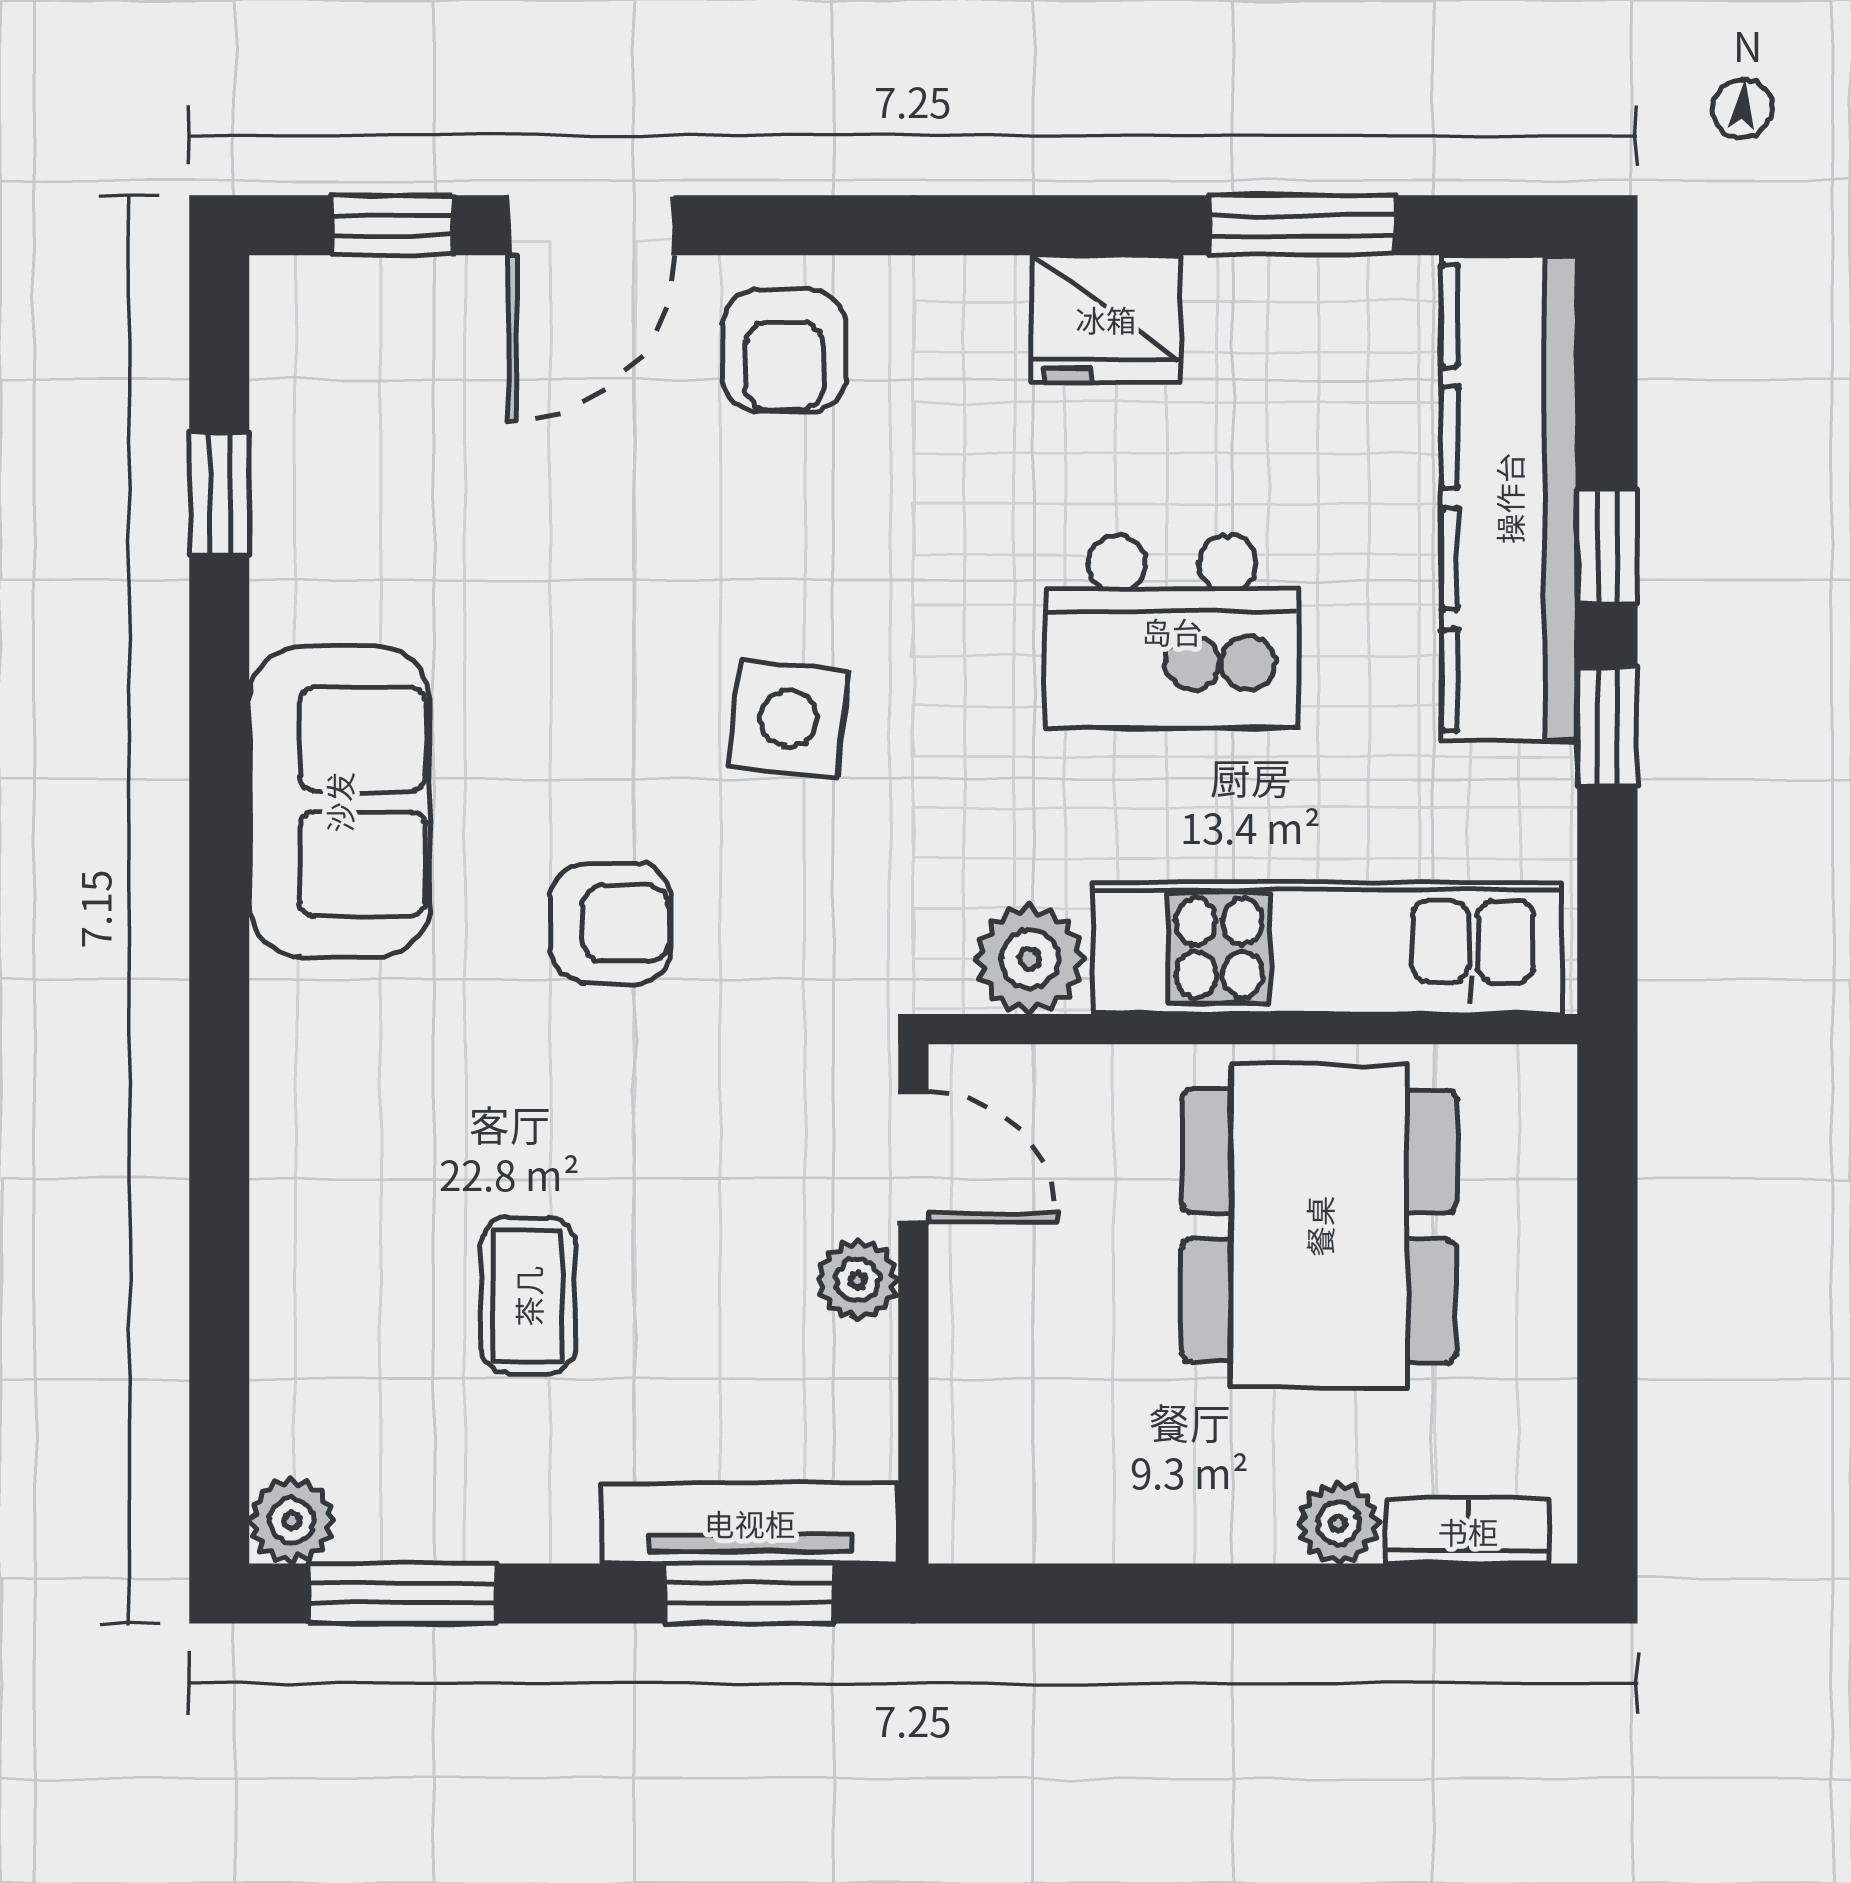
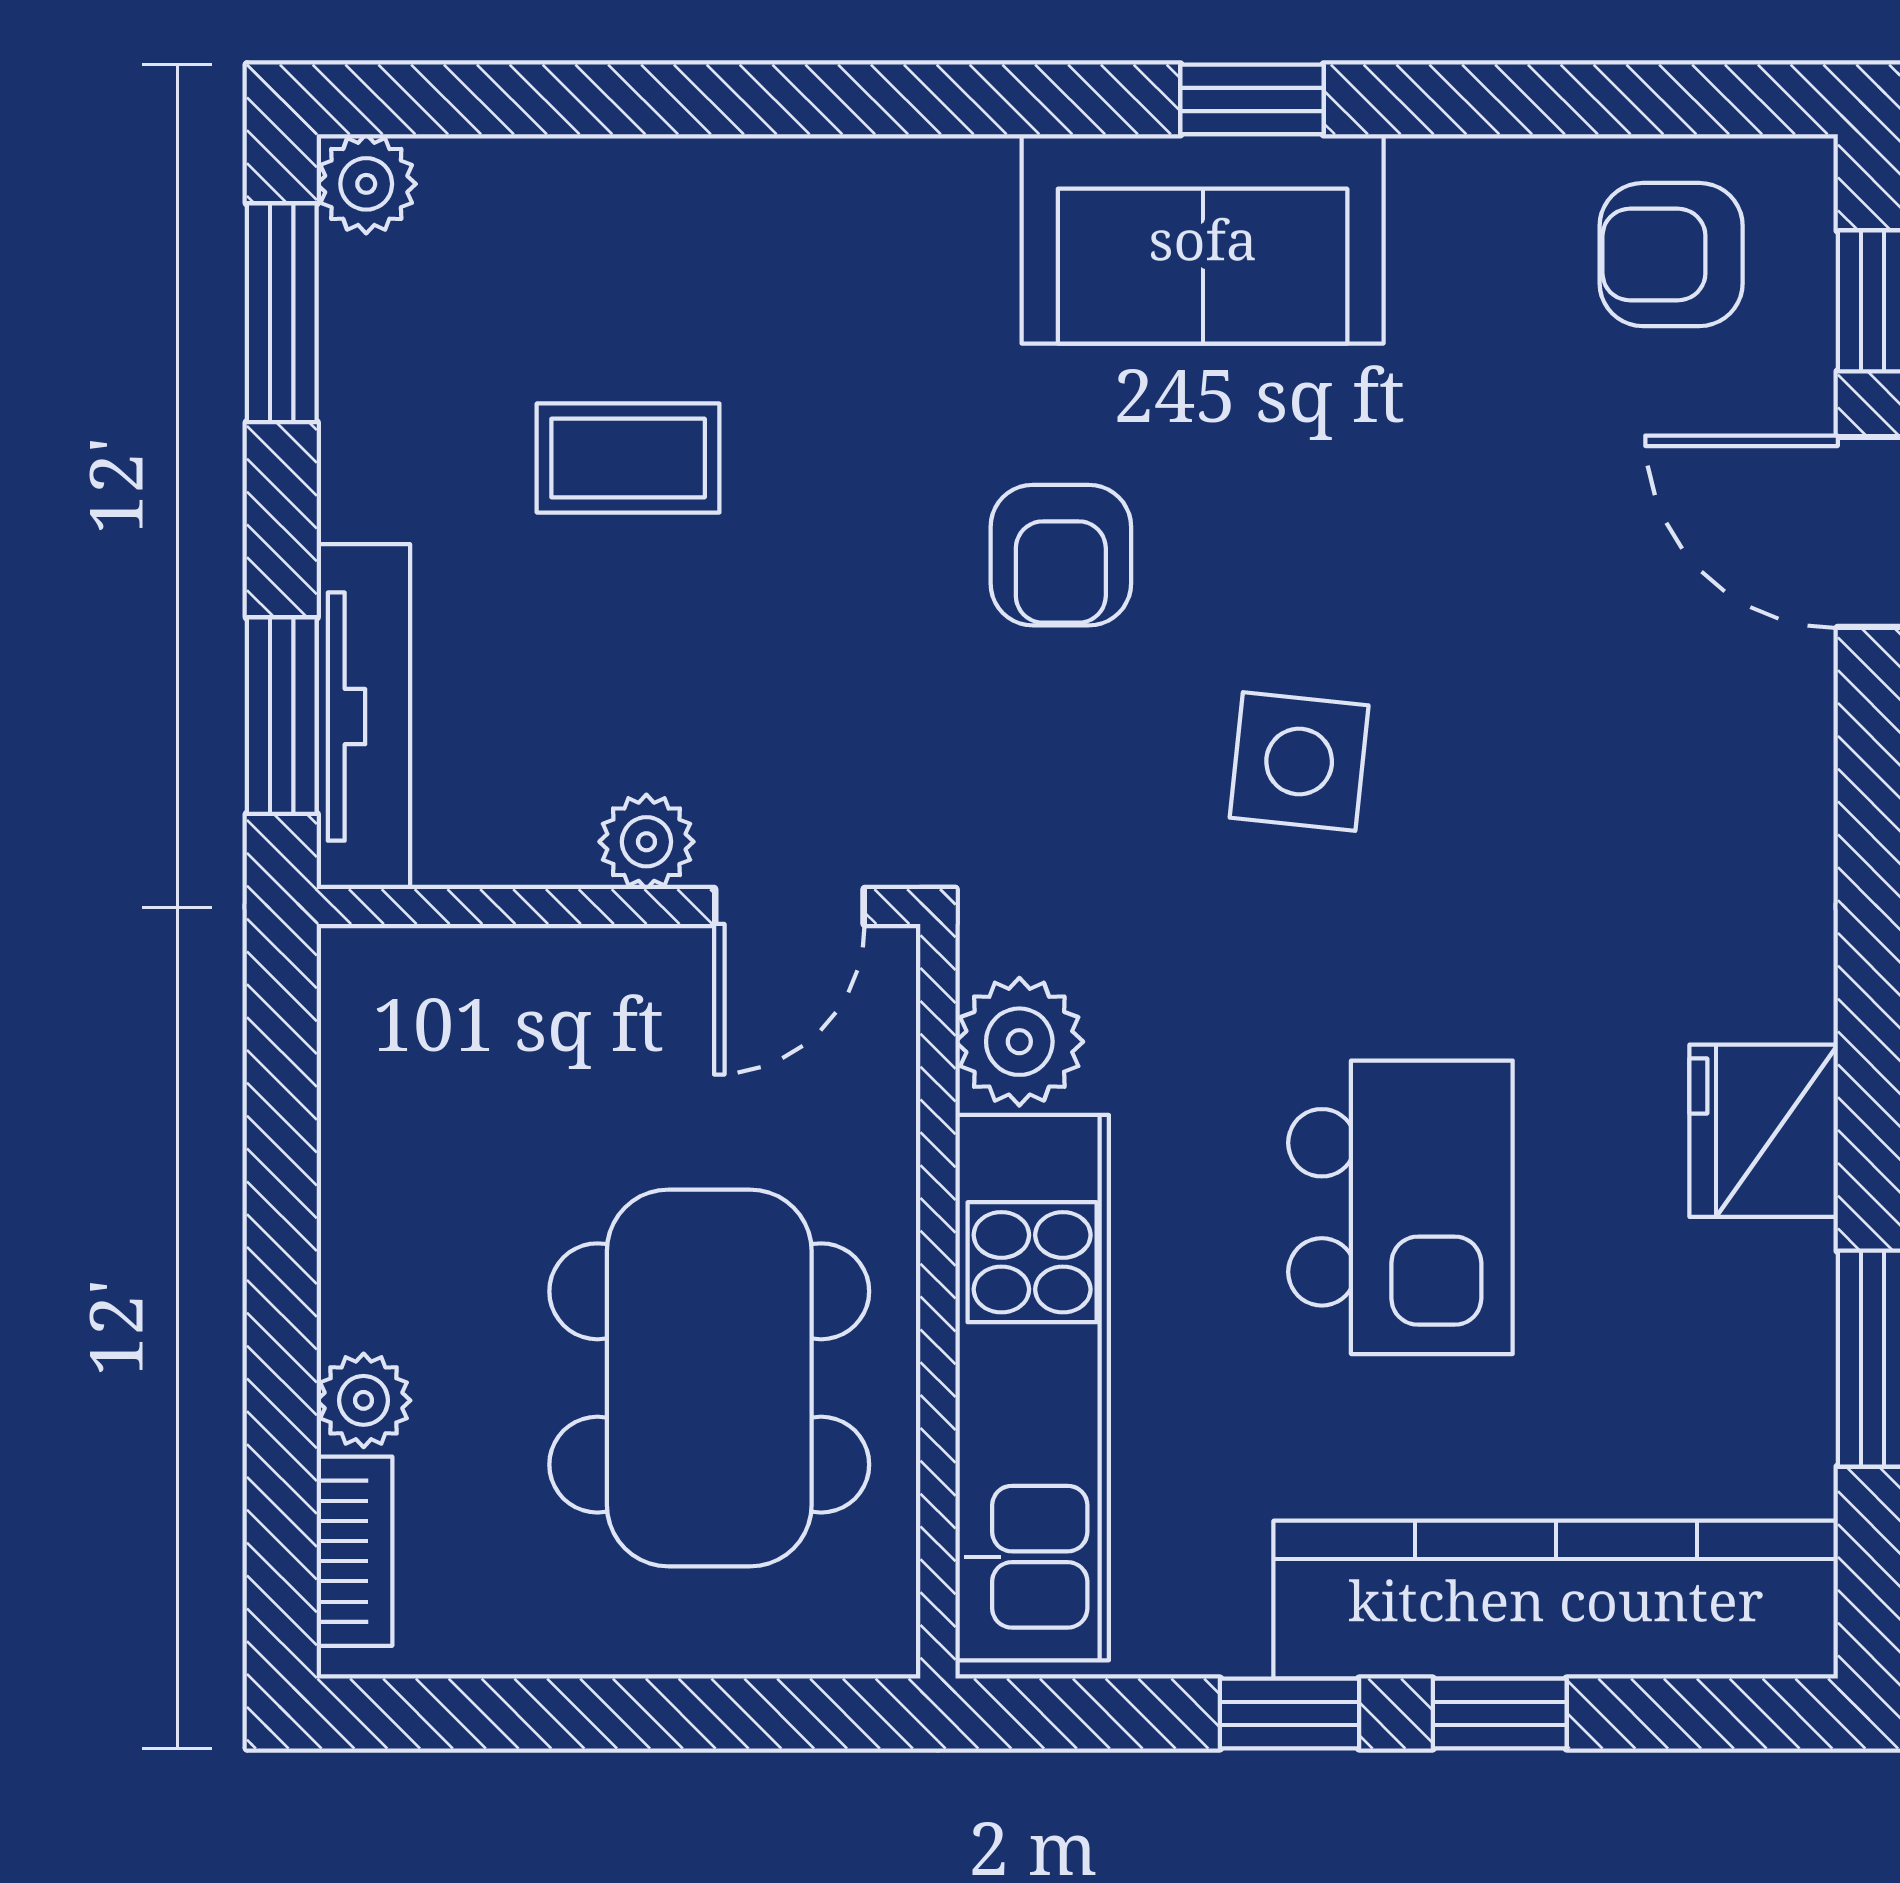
armchair: (784, 351) -> (1671, 255), moved
window: (219, 494) -> (1252, 99), moved
kitchen island: (1172, 631) -> (1400, 1207), turned 180
dining table: (1319, 1226) -> (709, 1378), turned 90

